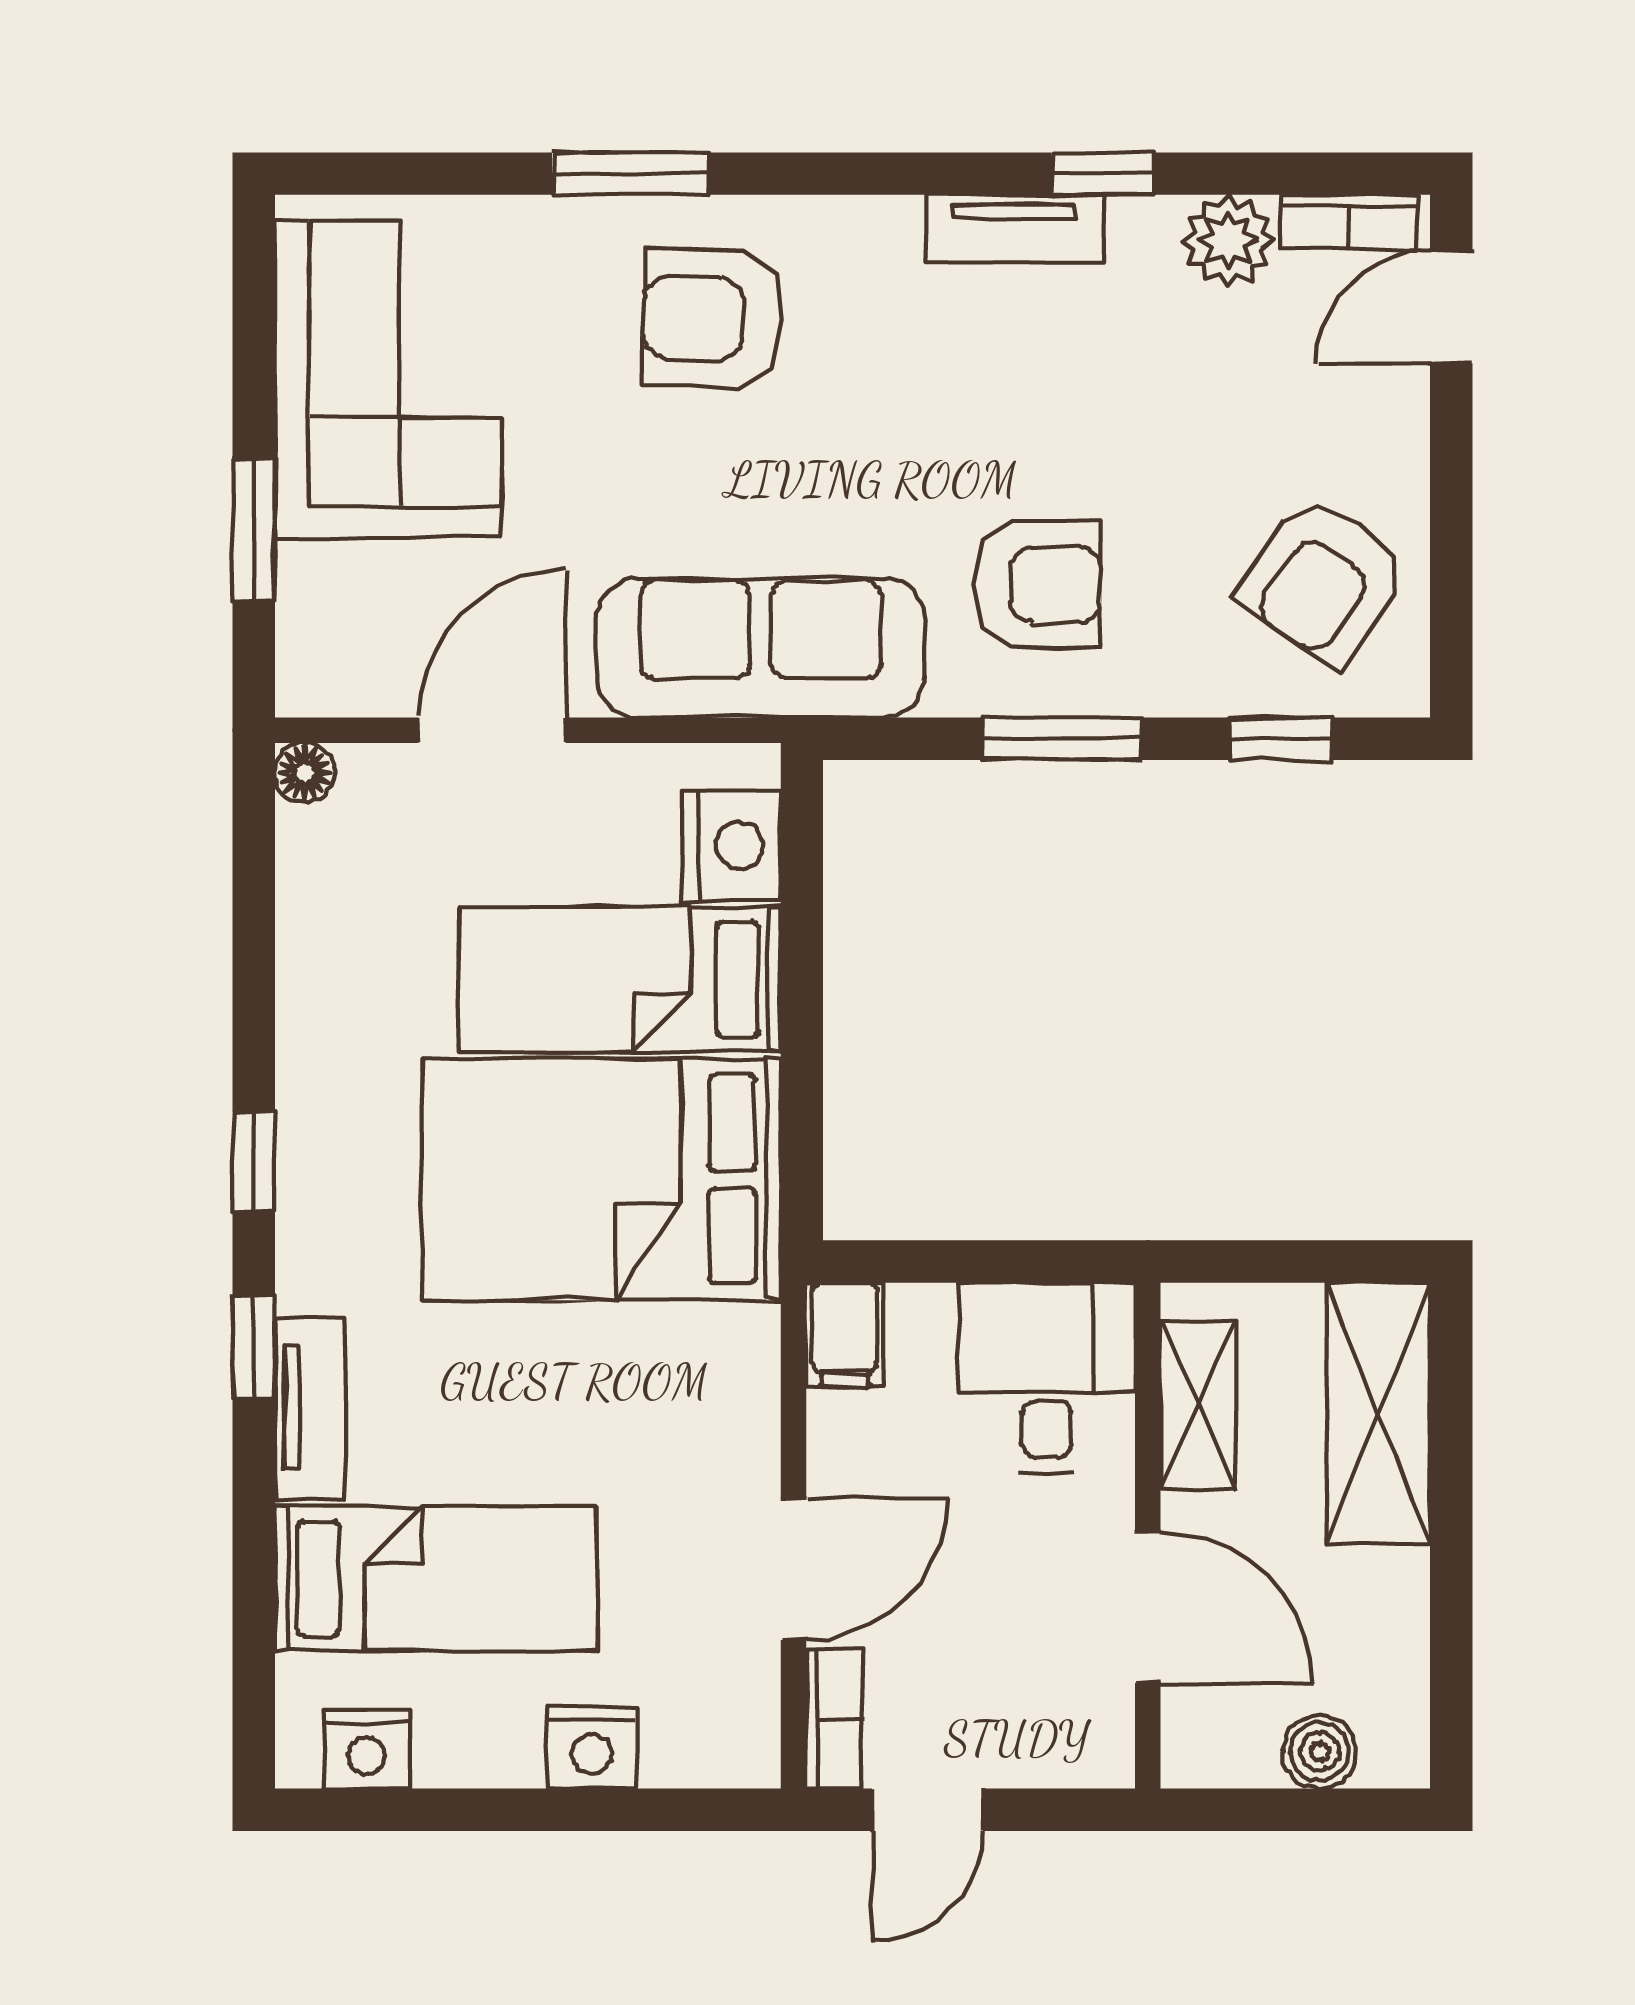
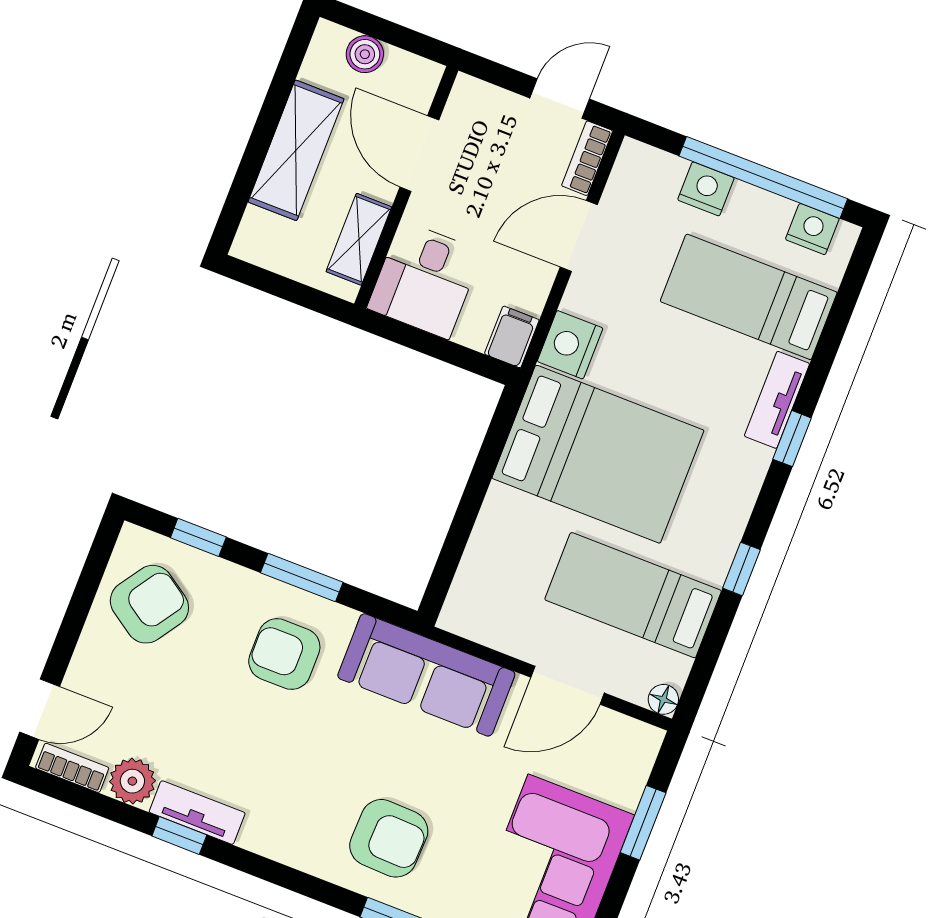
tv unit: (1014, 229) -> (197, 813), moved
nightstand: (732, 845) -> (570, 345), moved
bed: (620, 979) -> (633, 595), moved, turned 180
window: (254, 1162) -> (741, 569), moved
shelving: (1378, 1413) -> (296, 150), moved
window: (494, 1810) -> (763, 177), added

